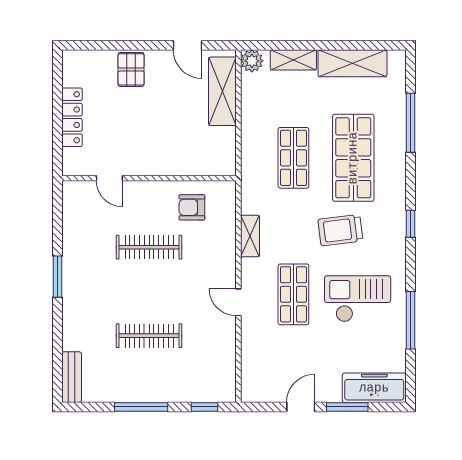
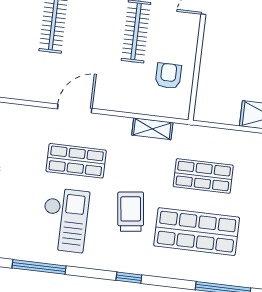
shelving: (250, 236) -> (152, 129), moved
door: (238, 302) -> (75, 109), width x1.38

